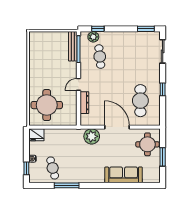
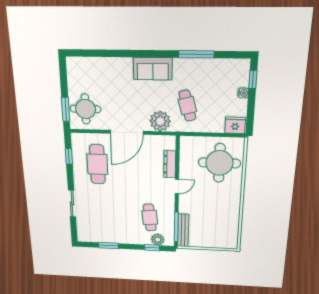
window: (146, 29) -> (108, 246), moved
sliding door: (163, 51) -> (72, 204), moved
window: (163, 89) -> (69, 156), moved
door: (117, 127) -> (127, 132), hinge flipped
window: (163, 157) -> (66, 109), moved
cafe table: (53, 168) -> (187, 106), moved
sofa: (124, 175) -> (153, 69), moved, width x0.73

